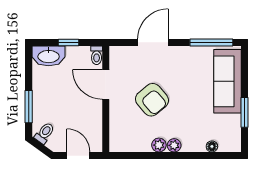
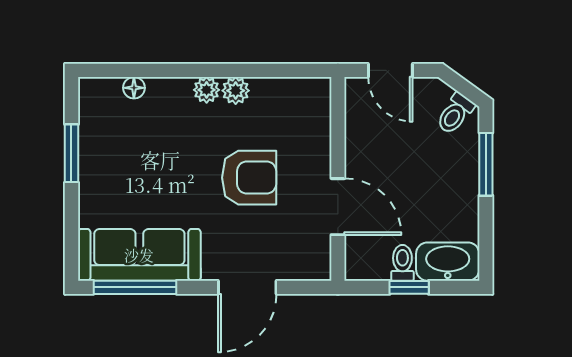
toilet: (97, 55) -> (402, 263), moved
sofa: (227, 81) -> (139, 255), moved, turned -90
armchair: (152, 100) -> (249, 178), turned 130

